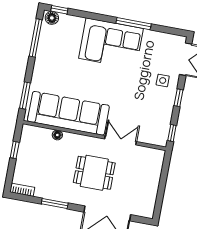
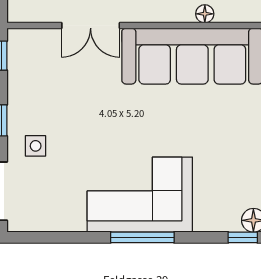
window: (134, 24) -> (142, 237), moved

